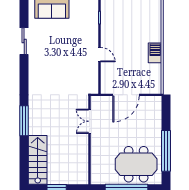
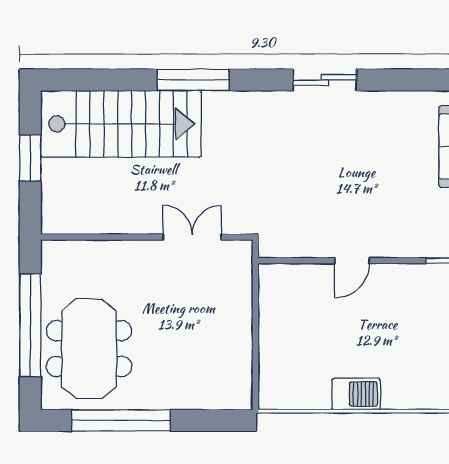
sliding door: (24, 41) -> (325, 80), moved
door: (126, 95) -> (255, 324), removed
stairs: (38, 160) -> (121, 124), width x1.36, depth x1.51

